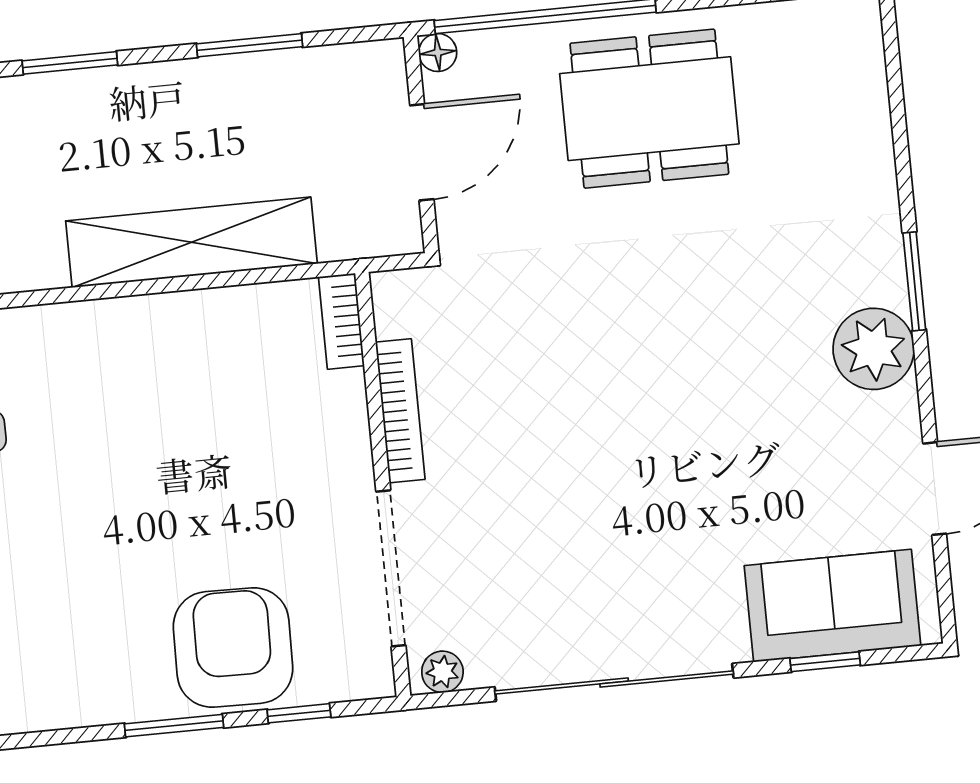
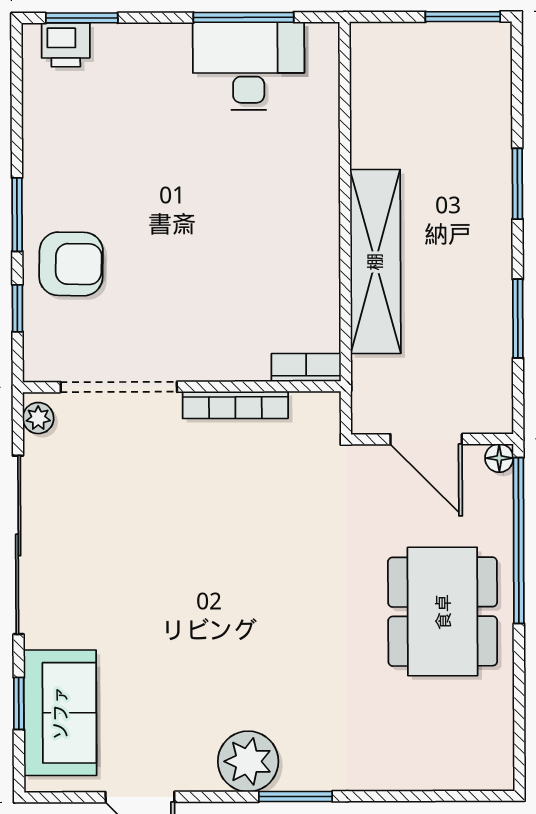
armchair: (233, 647) -> (71, 264), width x0.73, depth x0.73

